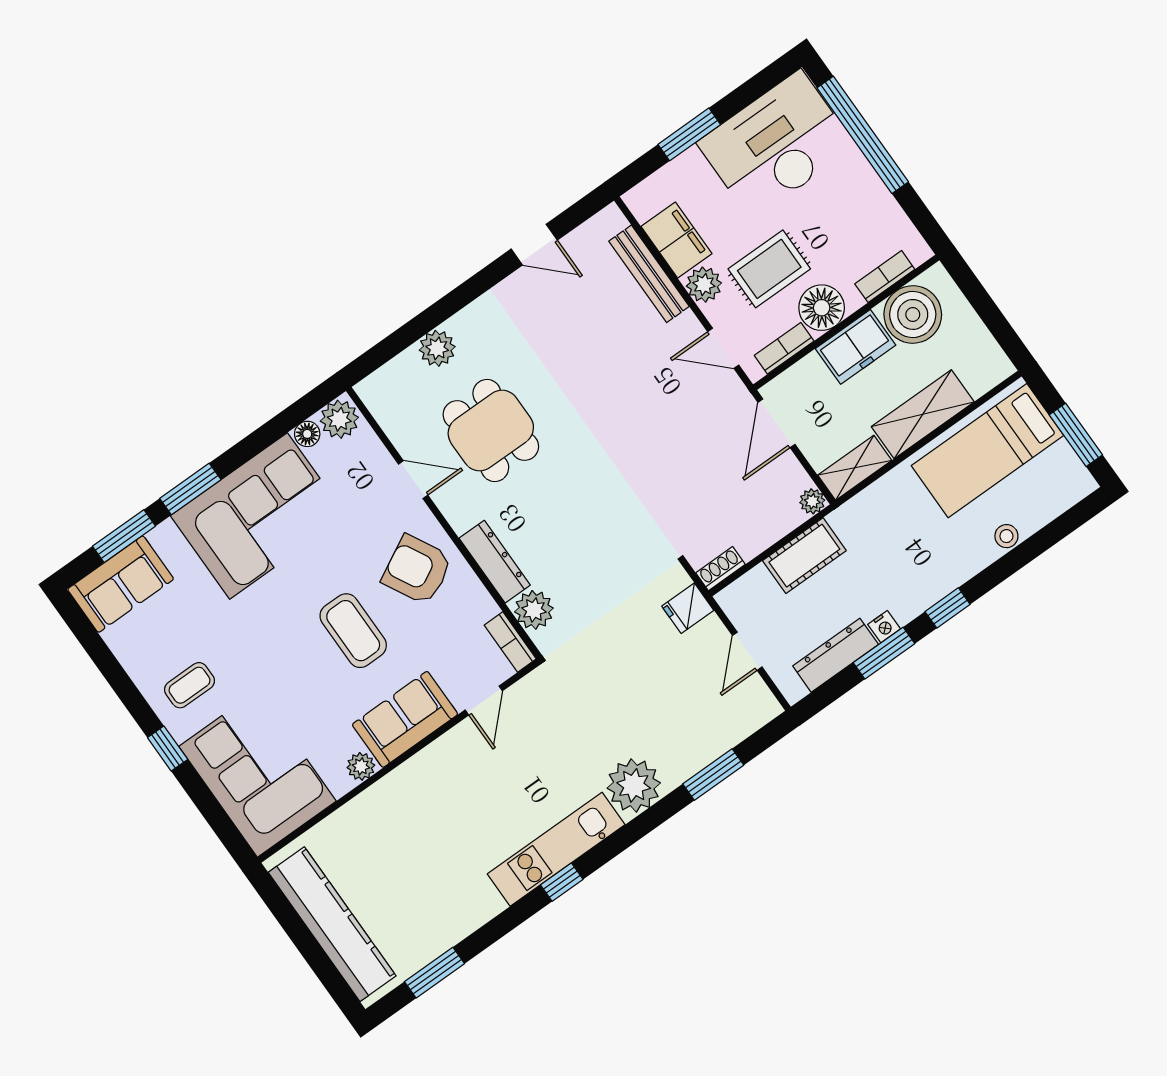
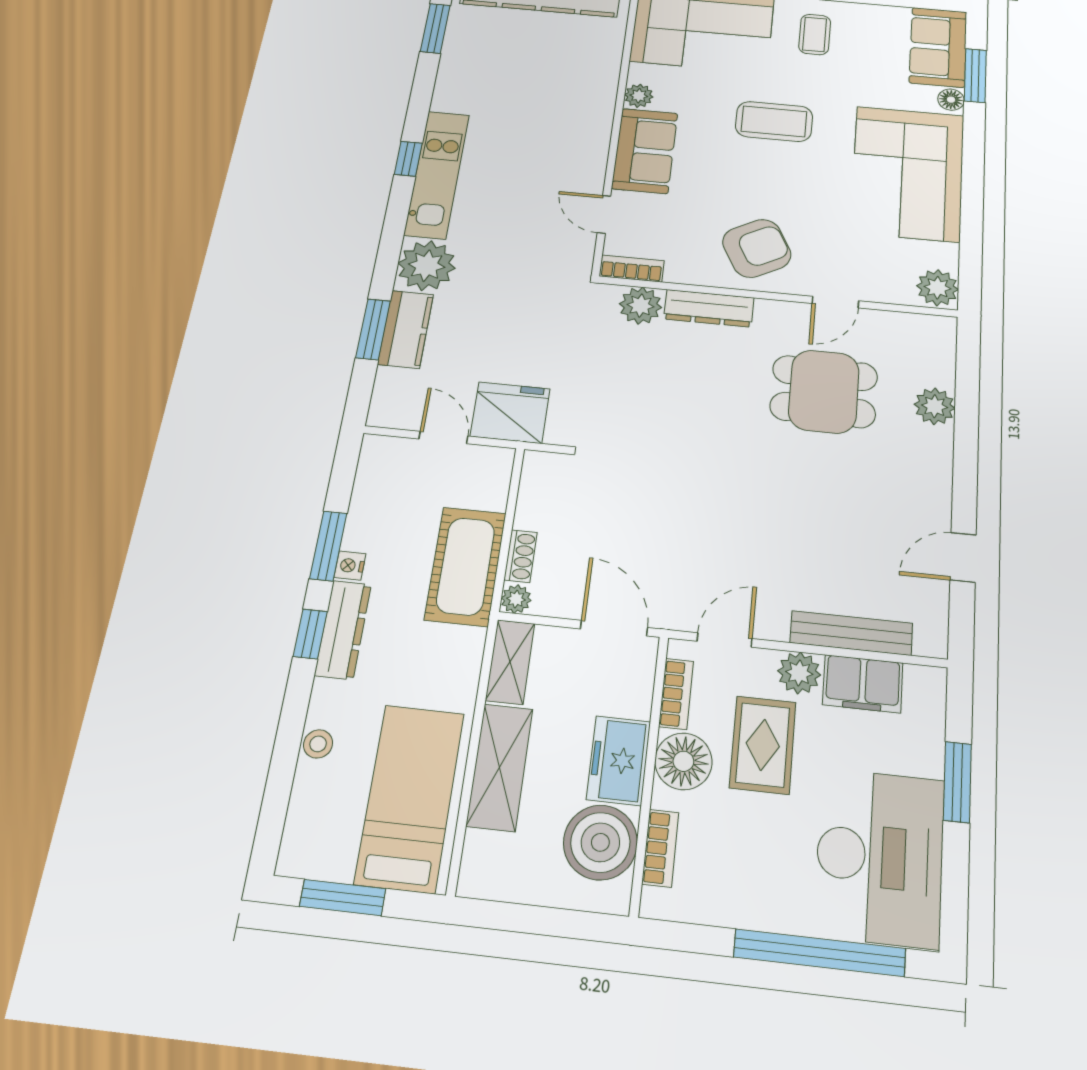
floor lamp: (307, 434) -> (951, 100), moved
window: (190, 489) -> (974, 144), removed
cot: (804, 556) -> (466, 566), width x1.37, depth x1.34
shoe rack: (721, 569) -> (521, 556), moved
fridge: (688, 608) -> (510, 413), width x1.88, depth x1.34
coffee table: (353, 631) -> (774, 121), moved
dresser: (836, 655) -> (343, 630), moved
kitchen counter: (694, 753) -> (406, 329), added

